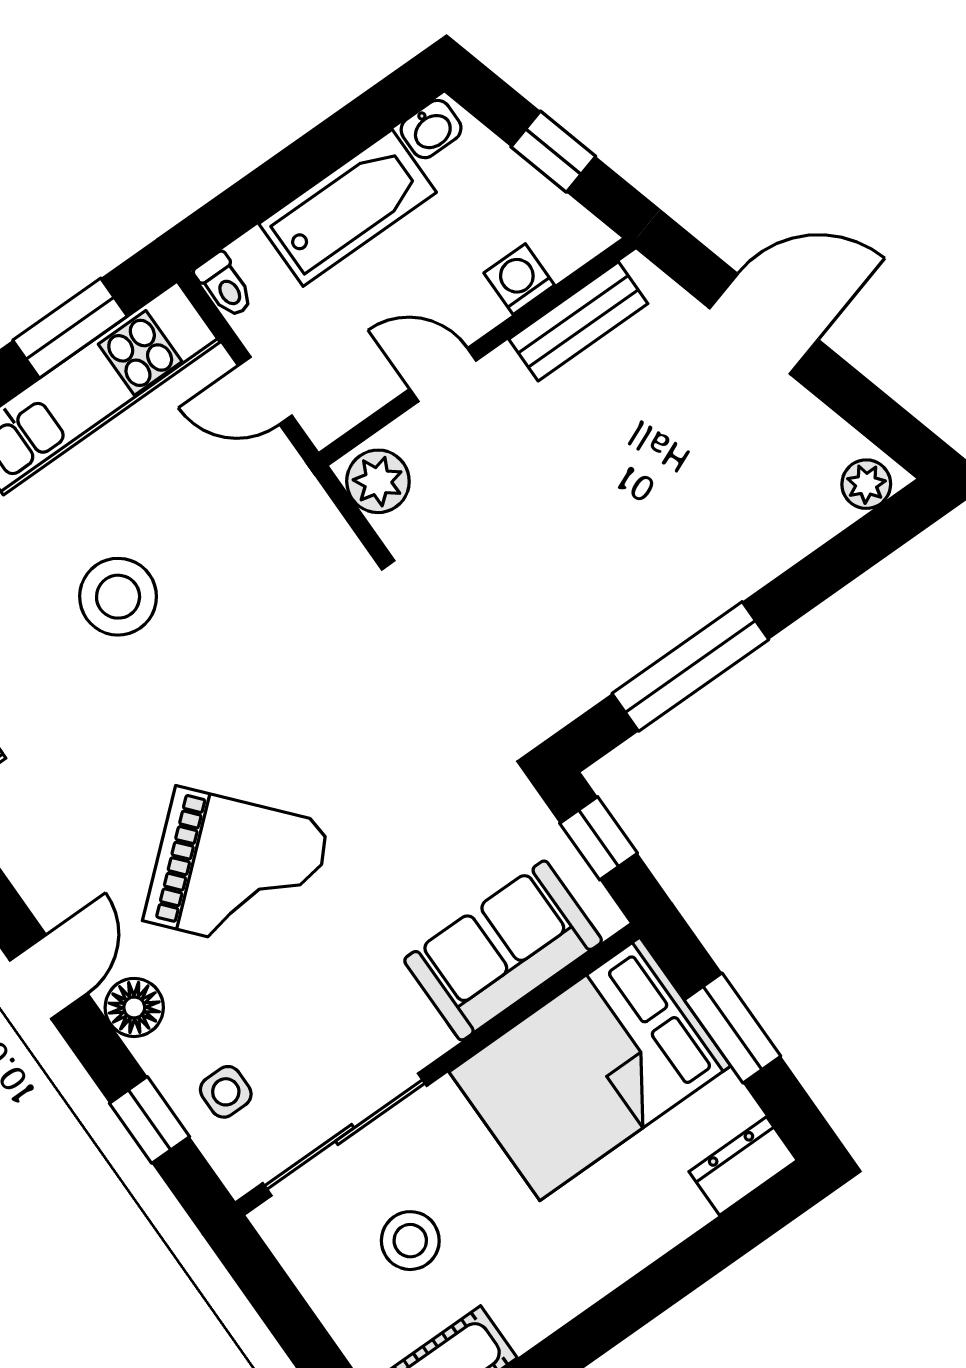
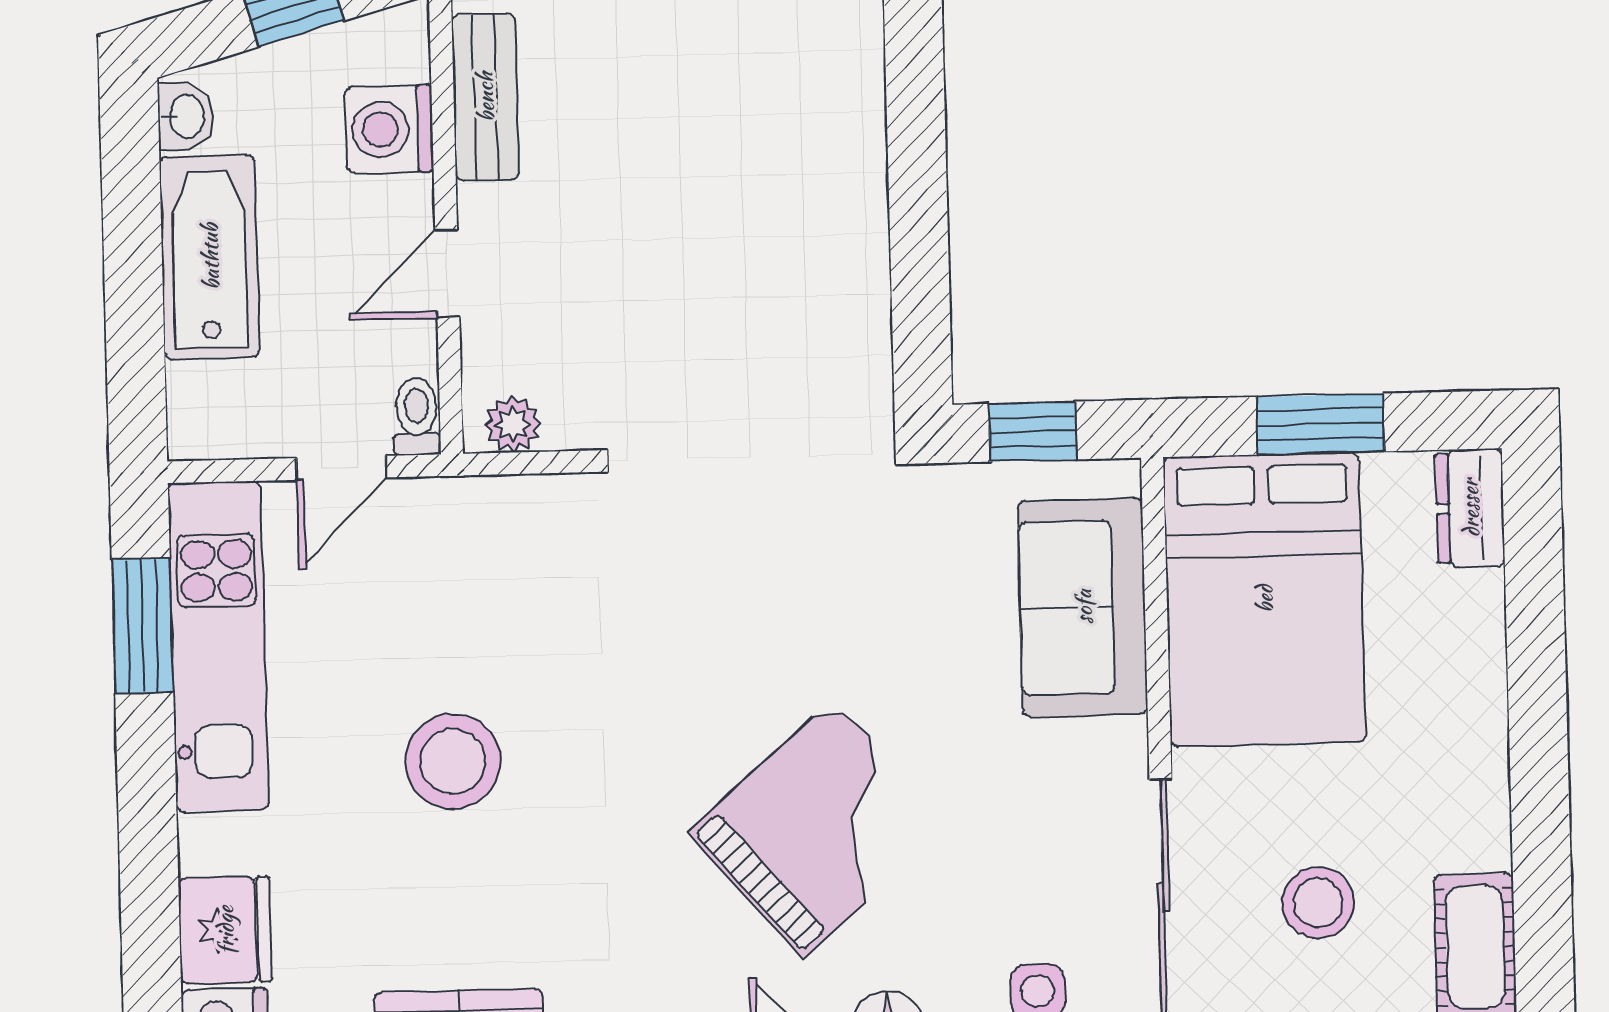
washing machine: (519, 279) -> (389, 129), width x1.38, depth x1.38
toilet: (225, 285) -> (417, 417), moved, turned -90
plant: (378, 481) -> (513, 424), width x0.73, depth x0.73
window: (690, 666) -> (919, 219), removed

